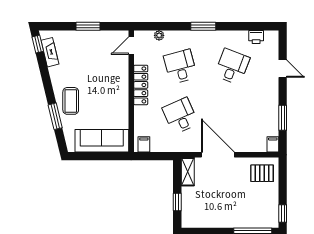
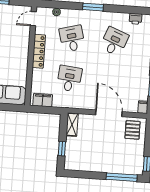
desk: (180, 116) -> (69, 79), turned 30
filing cabinet: (144, 144) -> (43, 100), width x2.00
door: (218, 155) -> (109, 113), moved
pallet: (262, 173) -> (133, 130), turned 90

